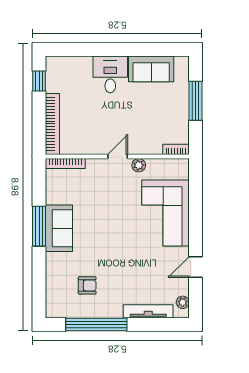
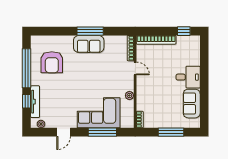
door: (118, 157) -> (135, 68), moved
window: (195, 207) -> (102, 132), added
door: (195, 267) -> (64, 132), swing flipped
armchair: (87, 285) -> (52, 62), width x1.88, depth x1.88
window: (148, 324) -> (27, 101), added

